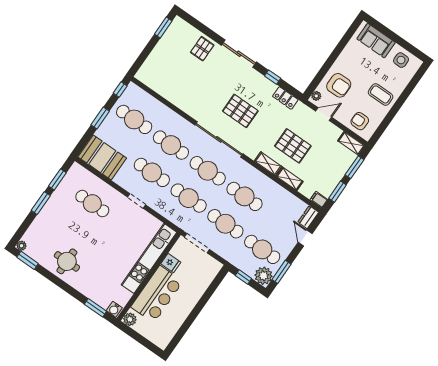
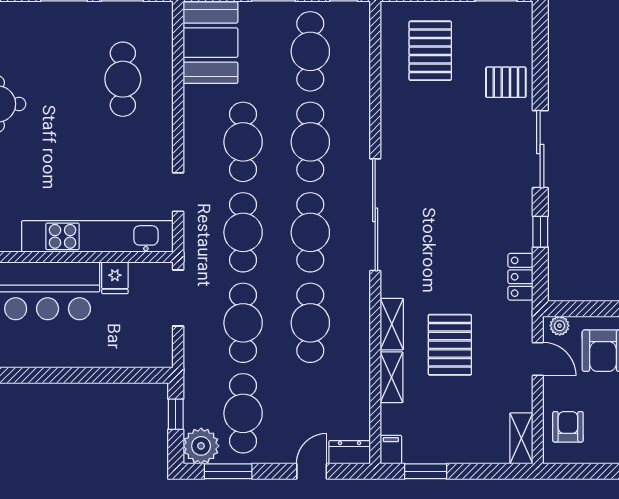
pallet: (240, 111) -> (430, 51), moved
window: (354, 167) -> (486, 471), removed
doorway: (137, 201) -> (178, 192), moved

